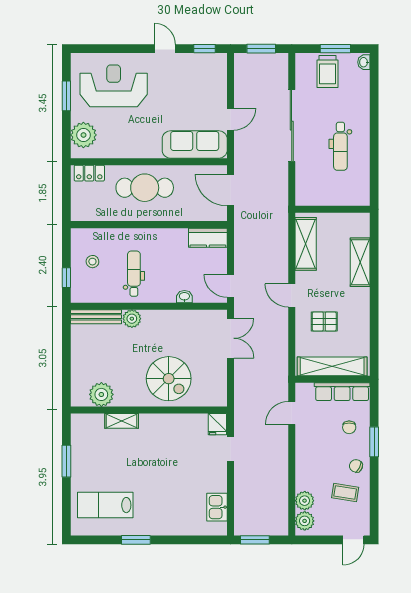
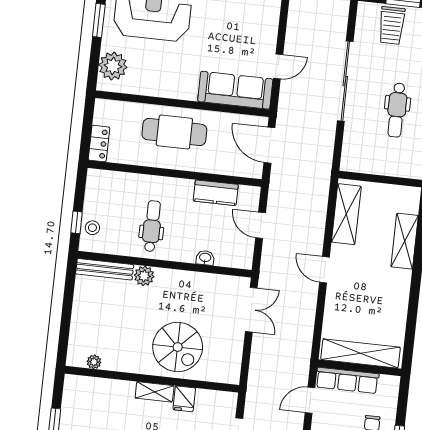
locker: (89, 173) -> (99, 144), moved, turned -90
kitchen counter: (208, 238) -> (216, 193), moved
stool: (92, 262) -> (92, 228), moved
door: (231, 286) -> (261, 225), moved
pallet: (324, 321) -> (357, 303), removed
row of seats: (342, 392) -> (347, 380), moved
plant: (101, 394) -> (94, 362), width x0.53, depth x0.53
shelving: (122, 421) -> (155, 392), moved
fridge: (217, 424) -> (184, 399), moved

